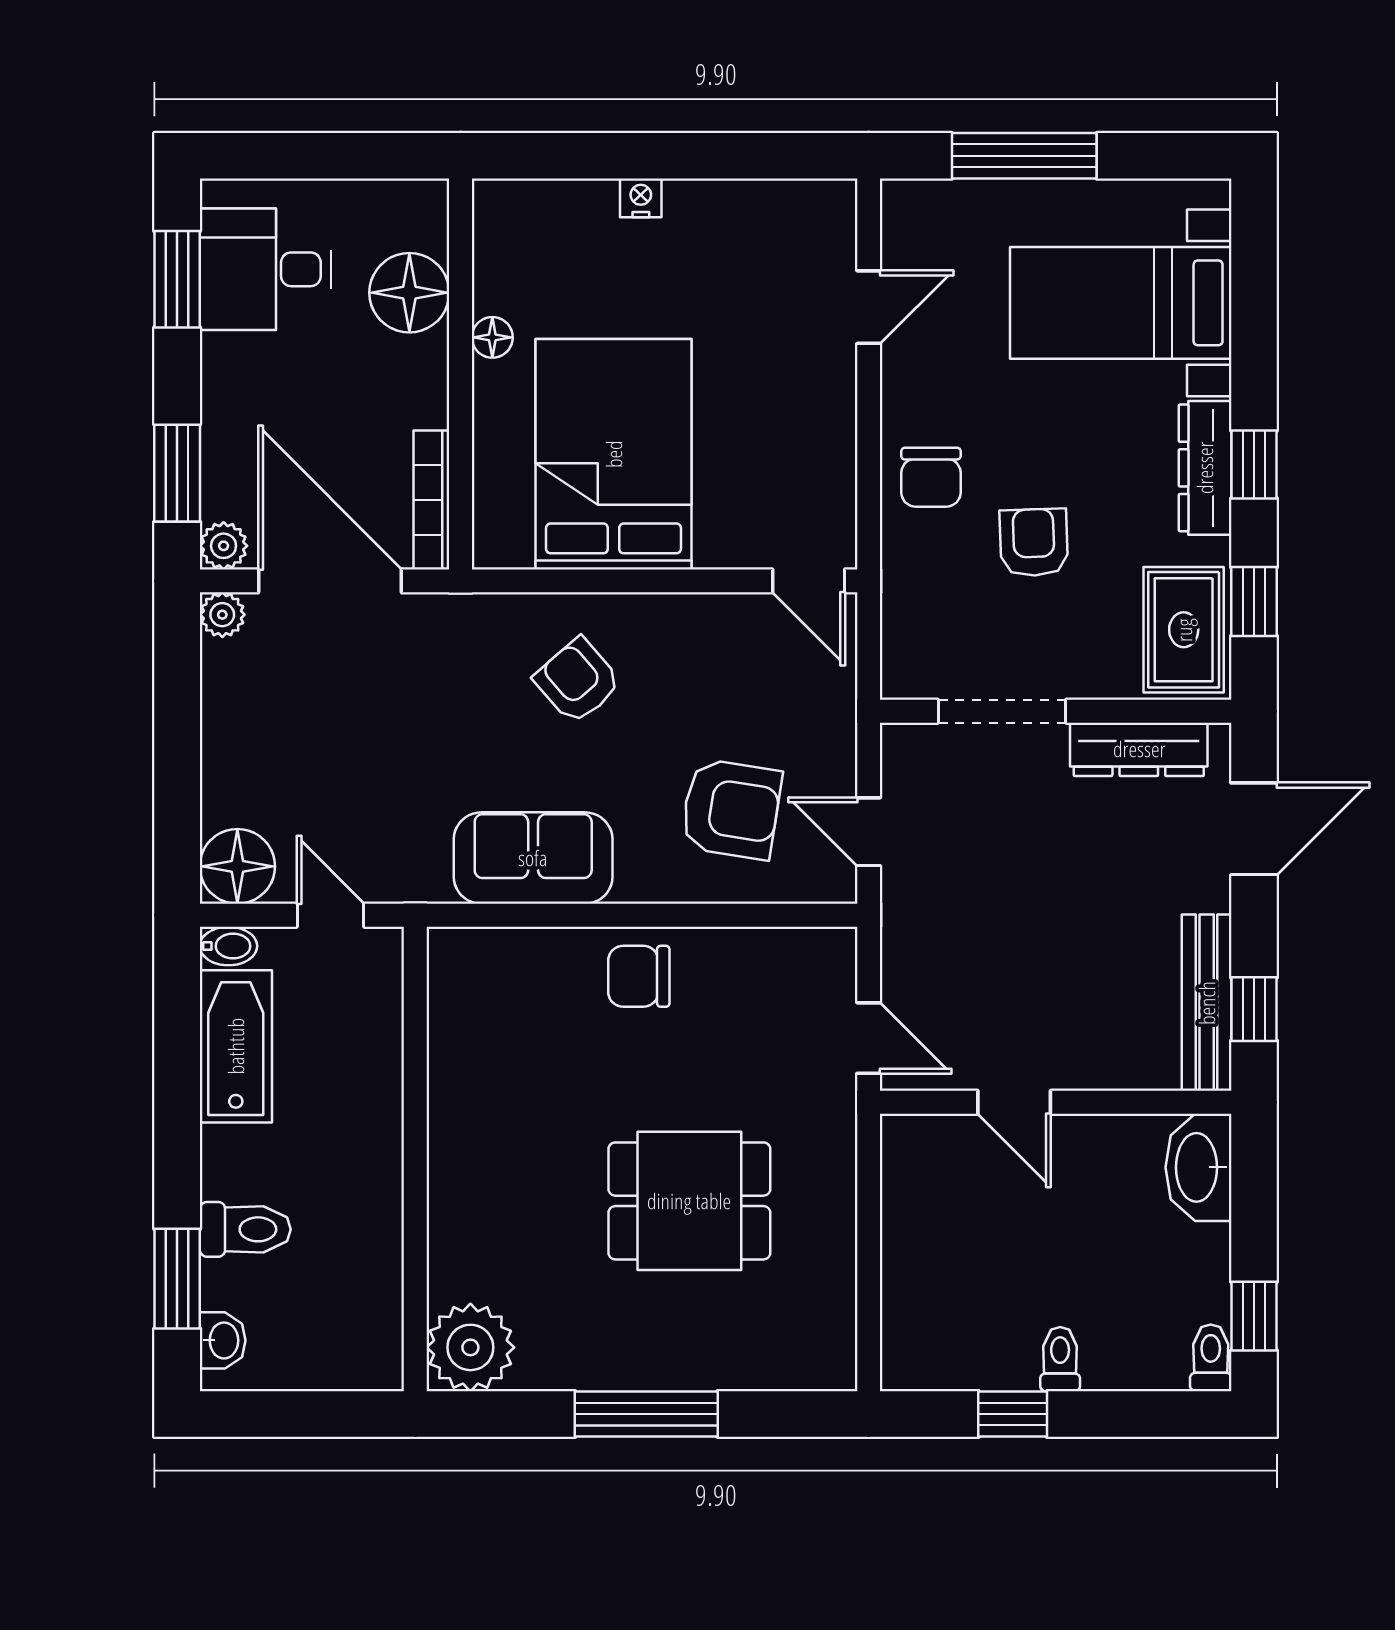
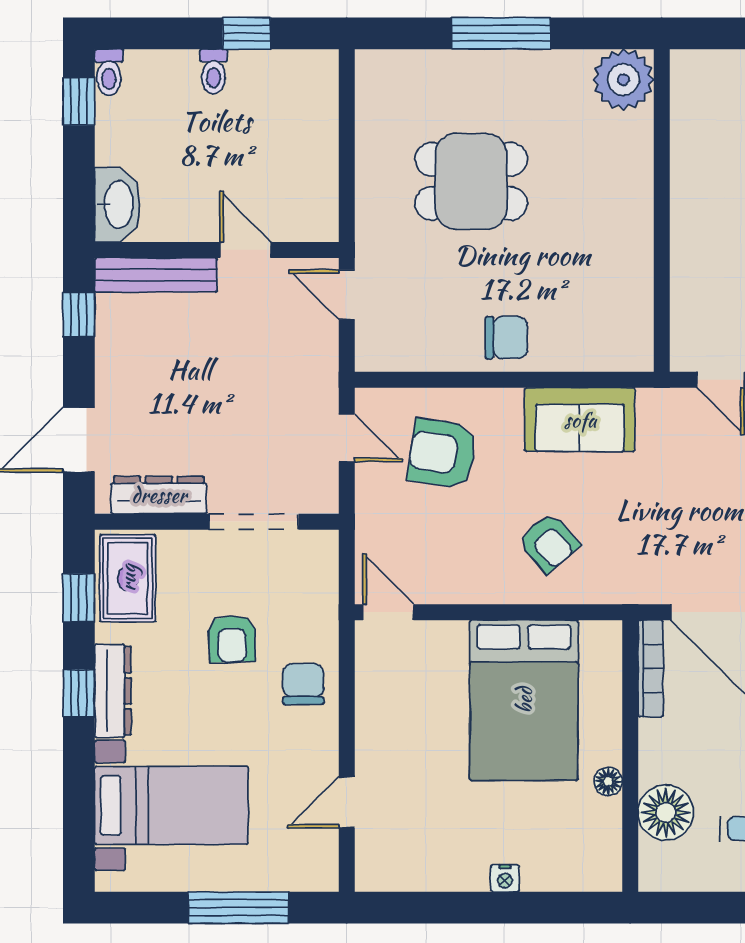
bench: (1207, 1003) -> (156, 275), moved, turned 90

